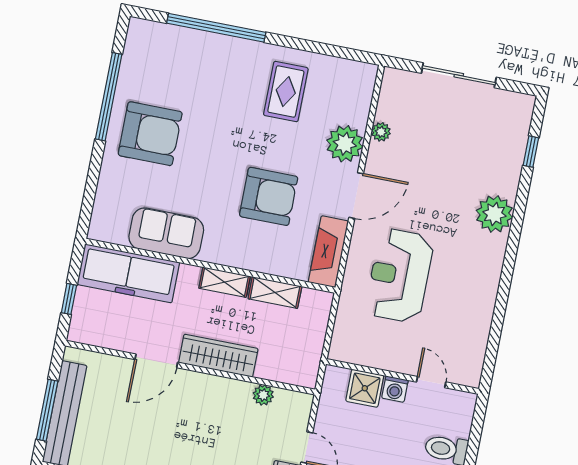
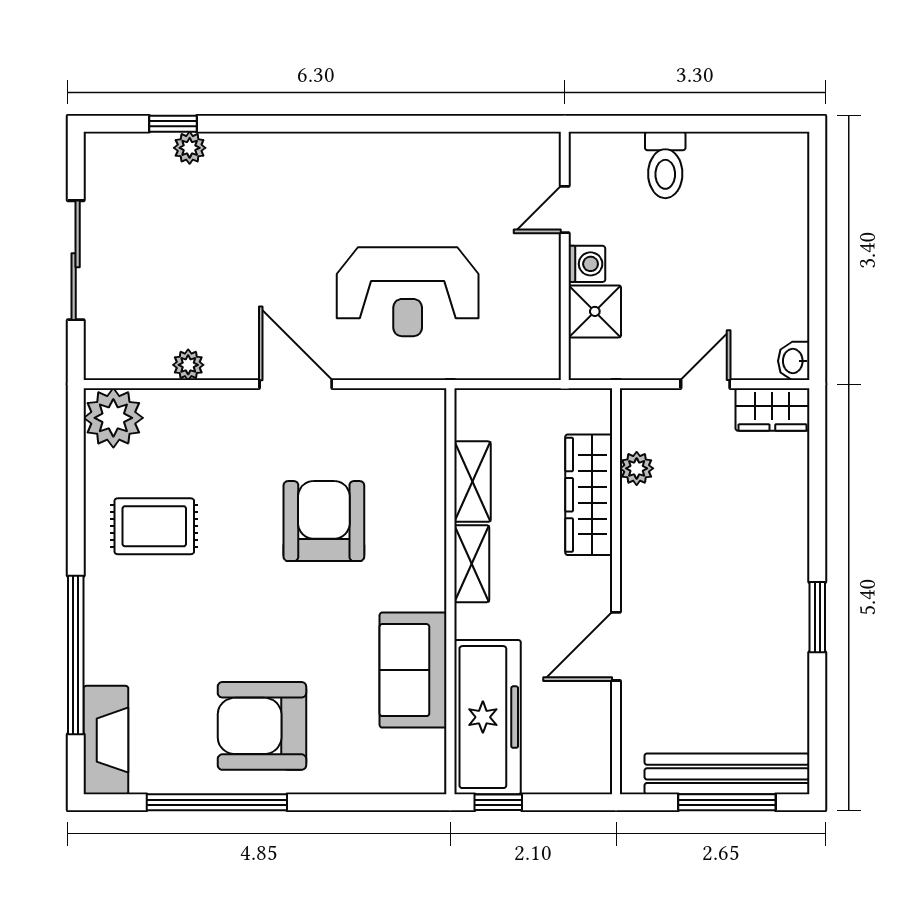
armchair: (150, 134) -> (262, 726), turned -90
plant: (345, 144) -> (113, 418), moved
plant: (494, 214) -> (190, 148), moved, width x0.53, depth x0.53
fireplace: (328, 252) -> (106, 740), moved, turned -90
window: (69, 299) -> (498, 802), moved
wardrobe: (218, 356) -> (589, 495), moved
door: (156, 361) -> (616, 646), swing flipped

